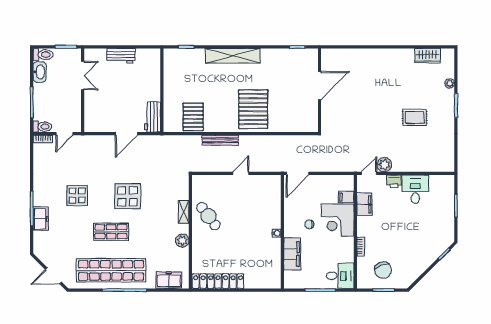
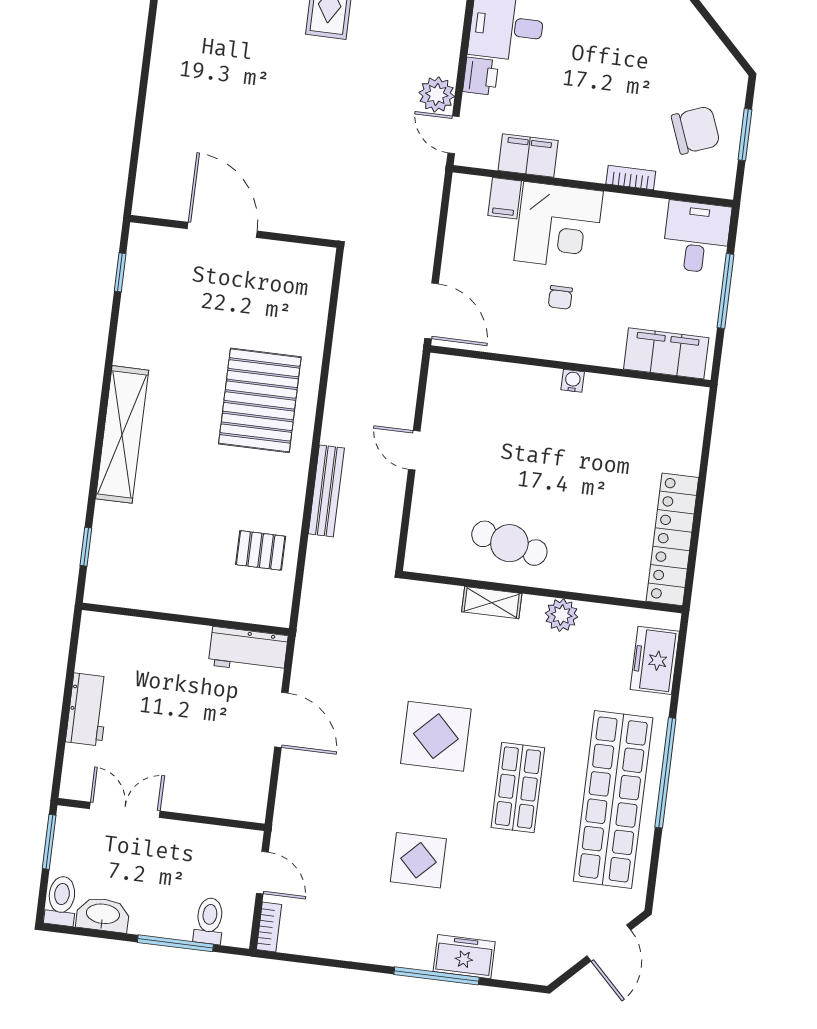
pallet: (253, 109) -> (260, 400), turned 90
pallet: (193, 117) -> (261, 550), width x0.67, depth x0.71
toilet: (42, 127) -> (209, 921), moved
cafe table: (208, 216) -> (509, 543), turned 50
filing cabinet: (292, 254) -> (666, 353), moved

